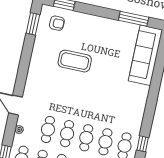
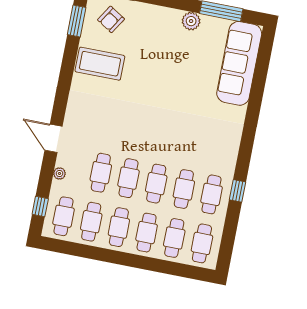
armchair: (57, 23) -> (111, 19), turned 122
plant: (112, 25) -> (191, 21), added
coffee table: (75, 61) -> (100, 64), moved

